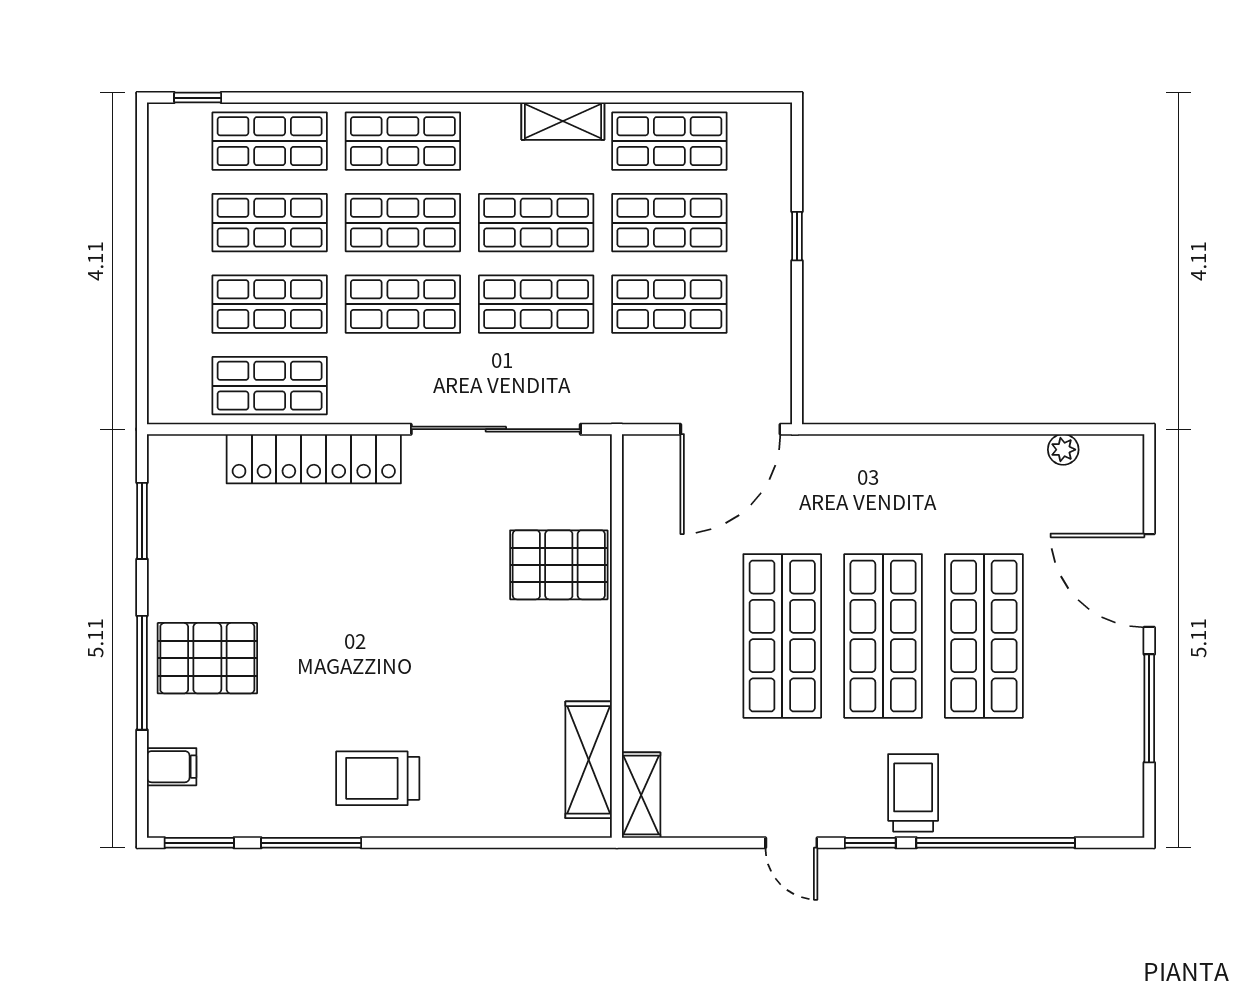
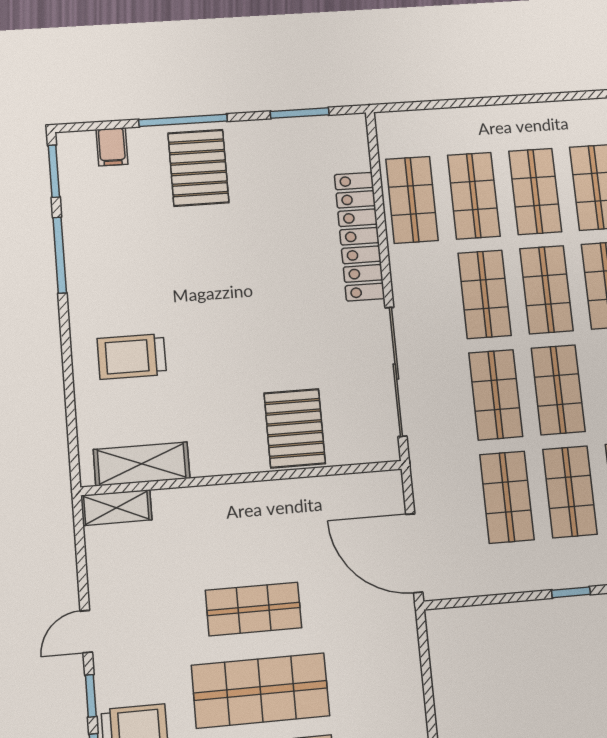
shop shelf: (782, 636) -> (254, 609), width x0.70, depth x0.74
trolley: (378, 778) -> (132, 356), moved, turned -90

